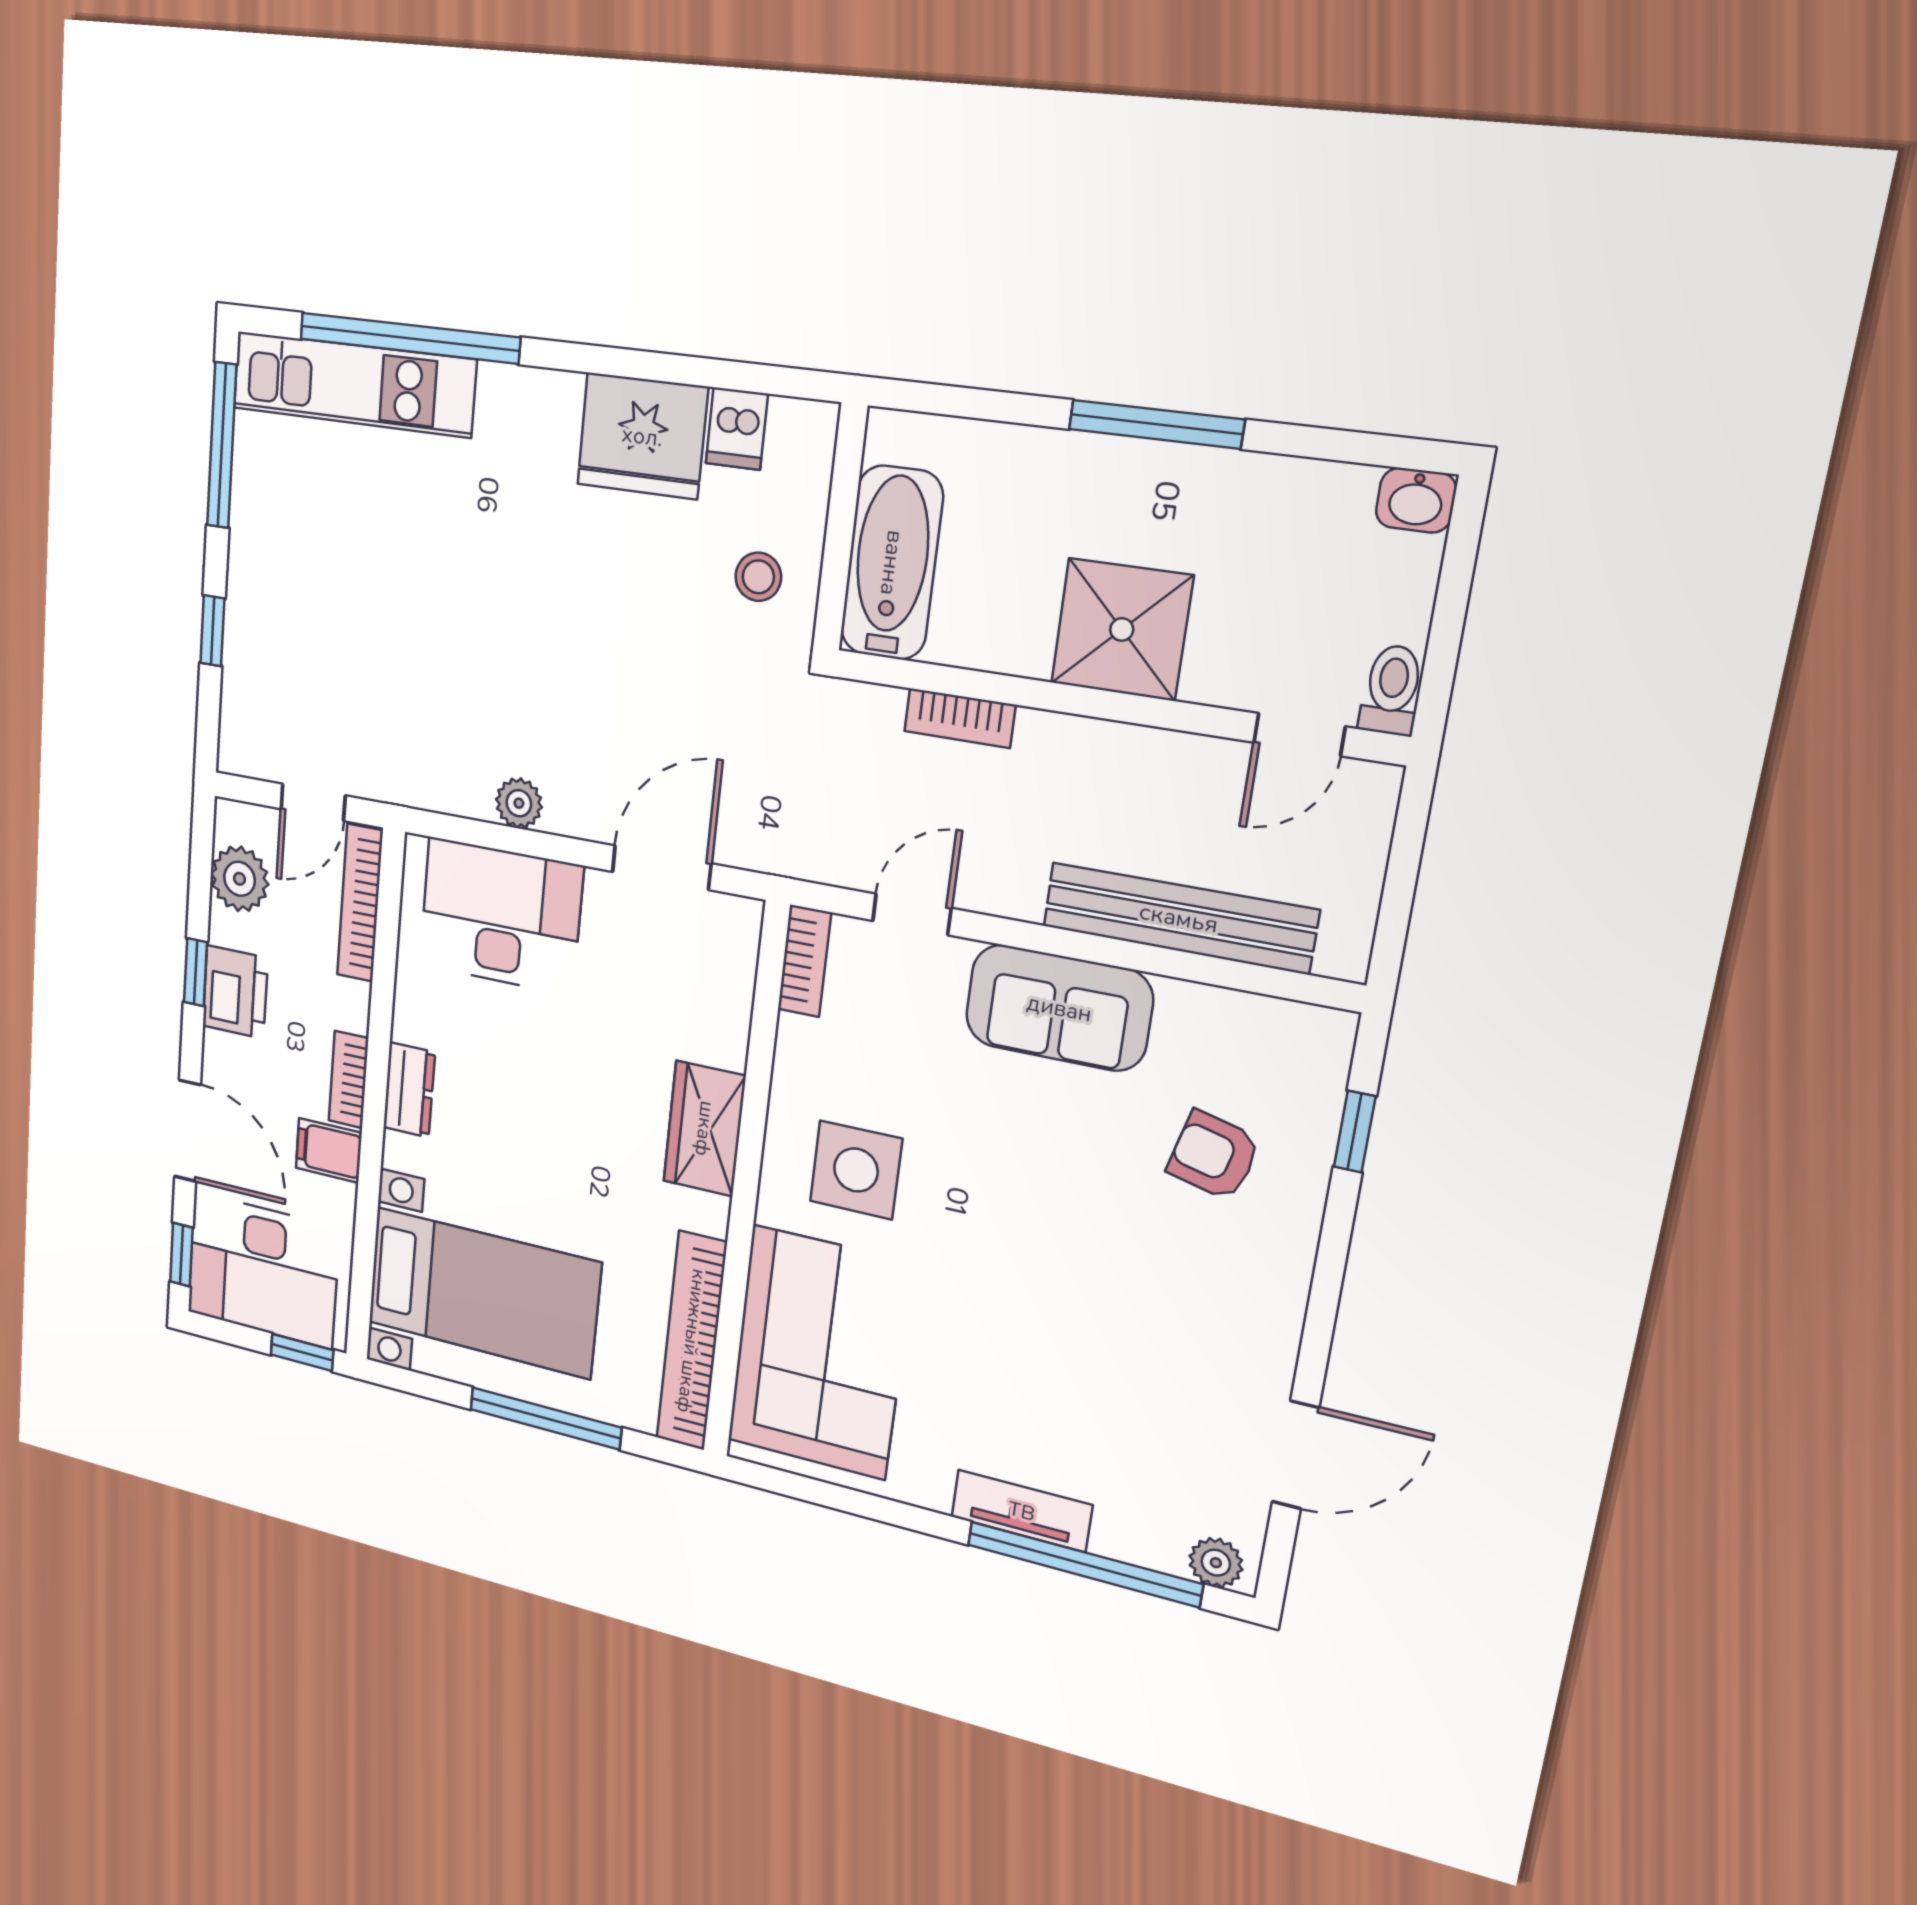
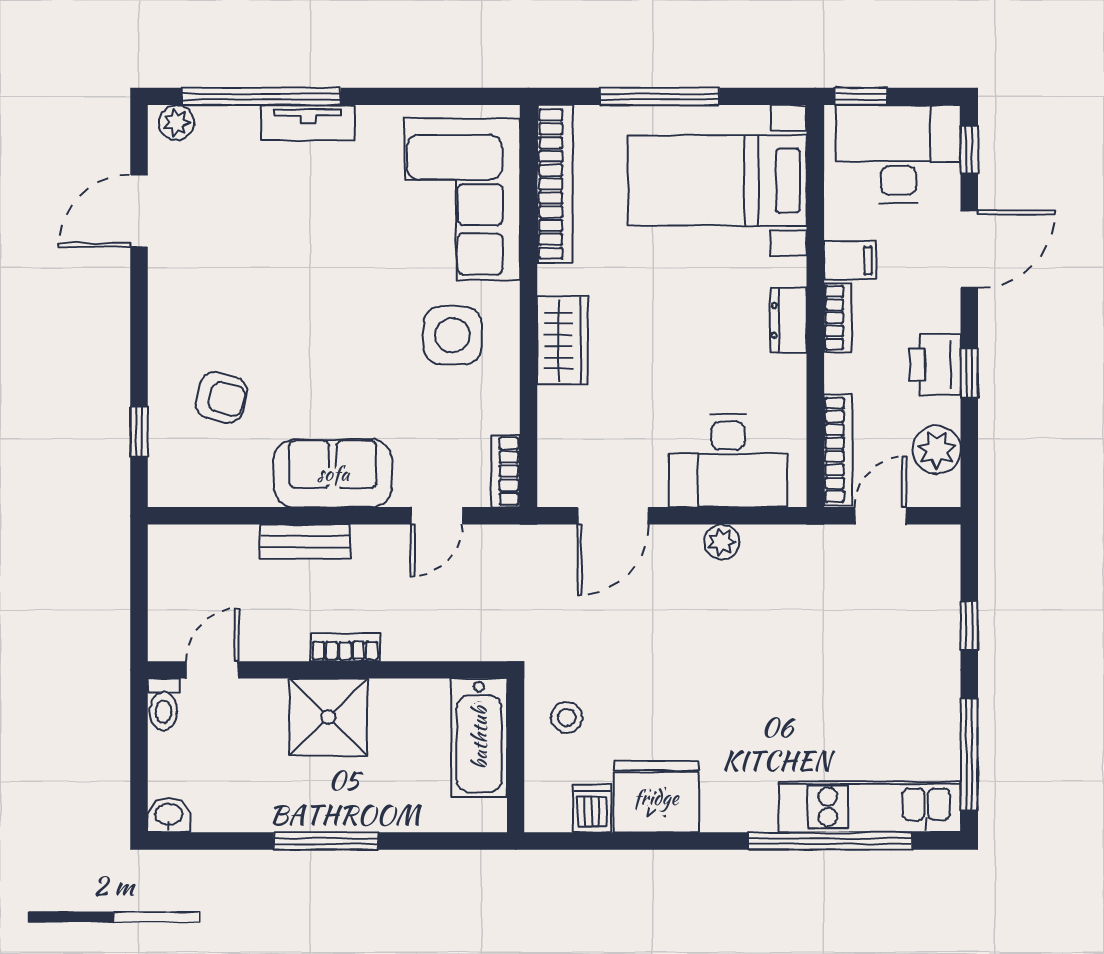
bookcase: (960, 718) -> (345, 647), moved
bench: (1179, 918) -> (305, 541), width x0.54, depth x0.82
door: (188, 1131) -> (969, 249), swing flipped

